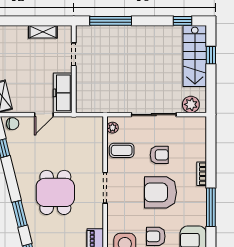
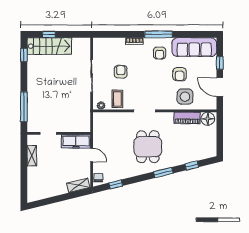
plant: (191, 104) -> (84, 49), removed
dining table: (55, 192) -> (148, 147), turned 90
armchair: (160, 192) -> (160, 53), moved, width x0.53, depth x0.53

